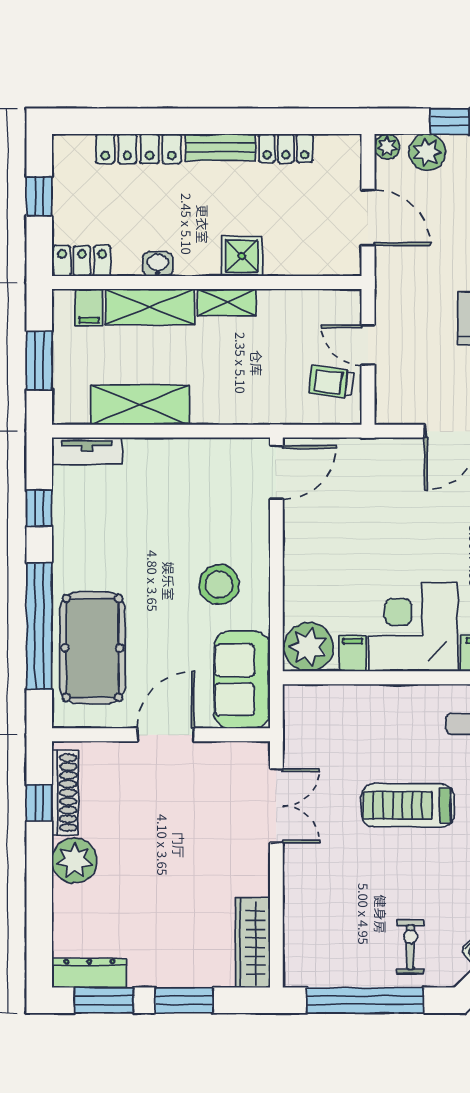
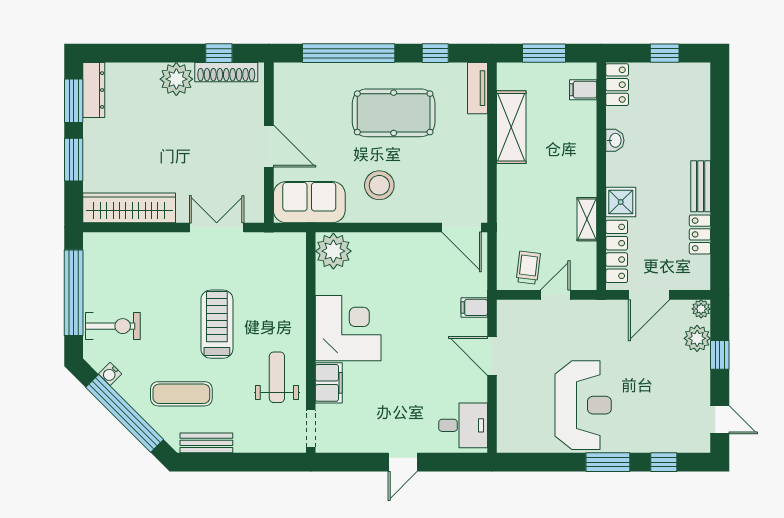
locker: (138, 149) -> (617, 251), moved, turned 180
shelving: (227, 302) -> (587, 219), moved
shelving: (150, 307) -> (583, 135), removed
pool table: (92, 648) -> (394, 113), moved
filing cabinet: (353, 654) -> (474, 307), moved, turned 180
double door: (276, 806) -> (217, 227), swing flipped
wardrobe: (253, 943) -> (129, 208), width x1.40, depth x1.17
exercise bike: (411, 947) -> (113, 326), width x1.38, depth x1.39

